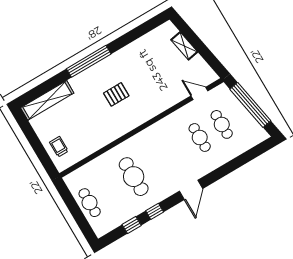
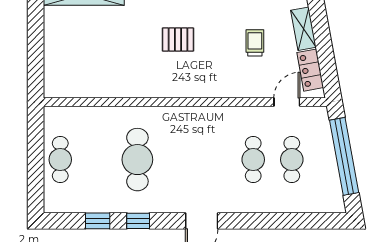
locker: (202, 67) -> (310, 70), added
door: (199, 93) -> (287, 102), hinge flipped
trolley: (59, 147) -> (255, 43), moved

